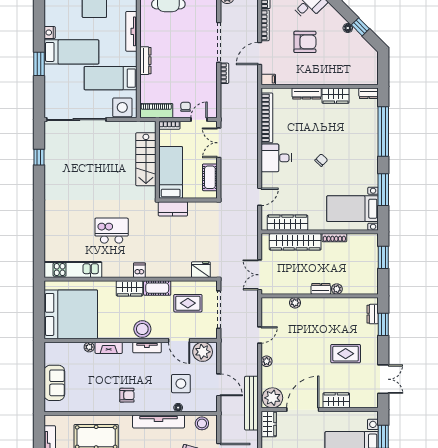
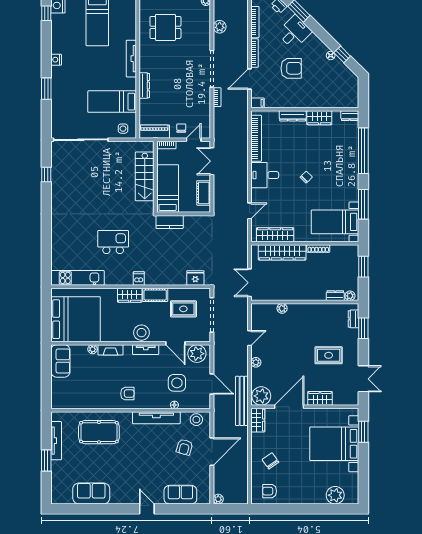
bed: (71, 52) -> (76, 78), removed
side table: (122, 107) -> (123, 129), width x0.54, depth x0.54
dresser: (321, 289) -> (335, 296), moved
plant: (337, 289) -> (350, 296), moved
sofa: (54, 383) -> (60, 361), moved

